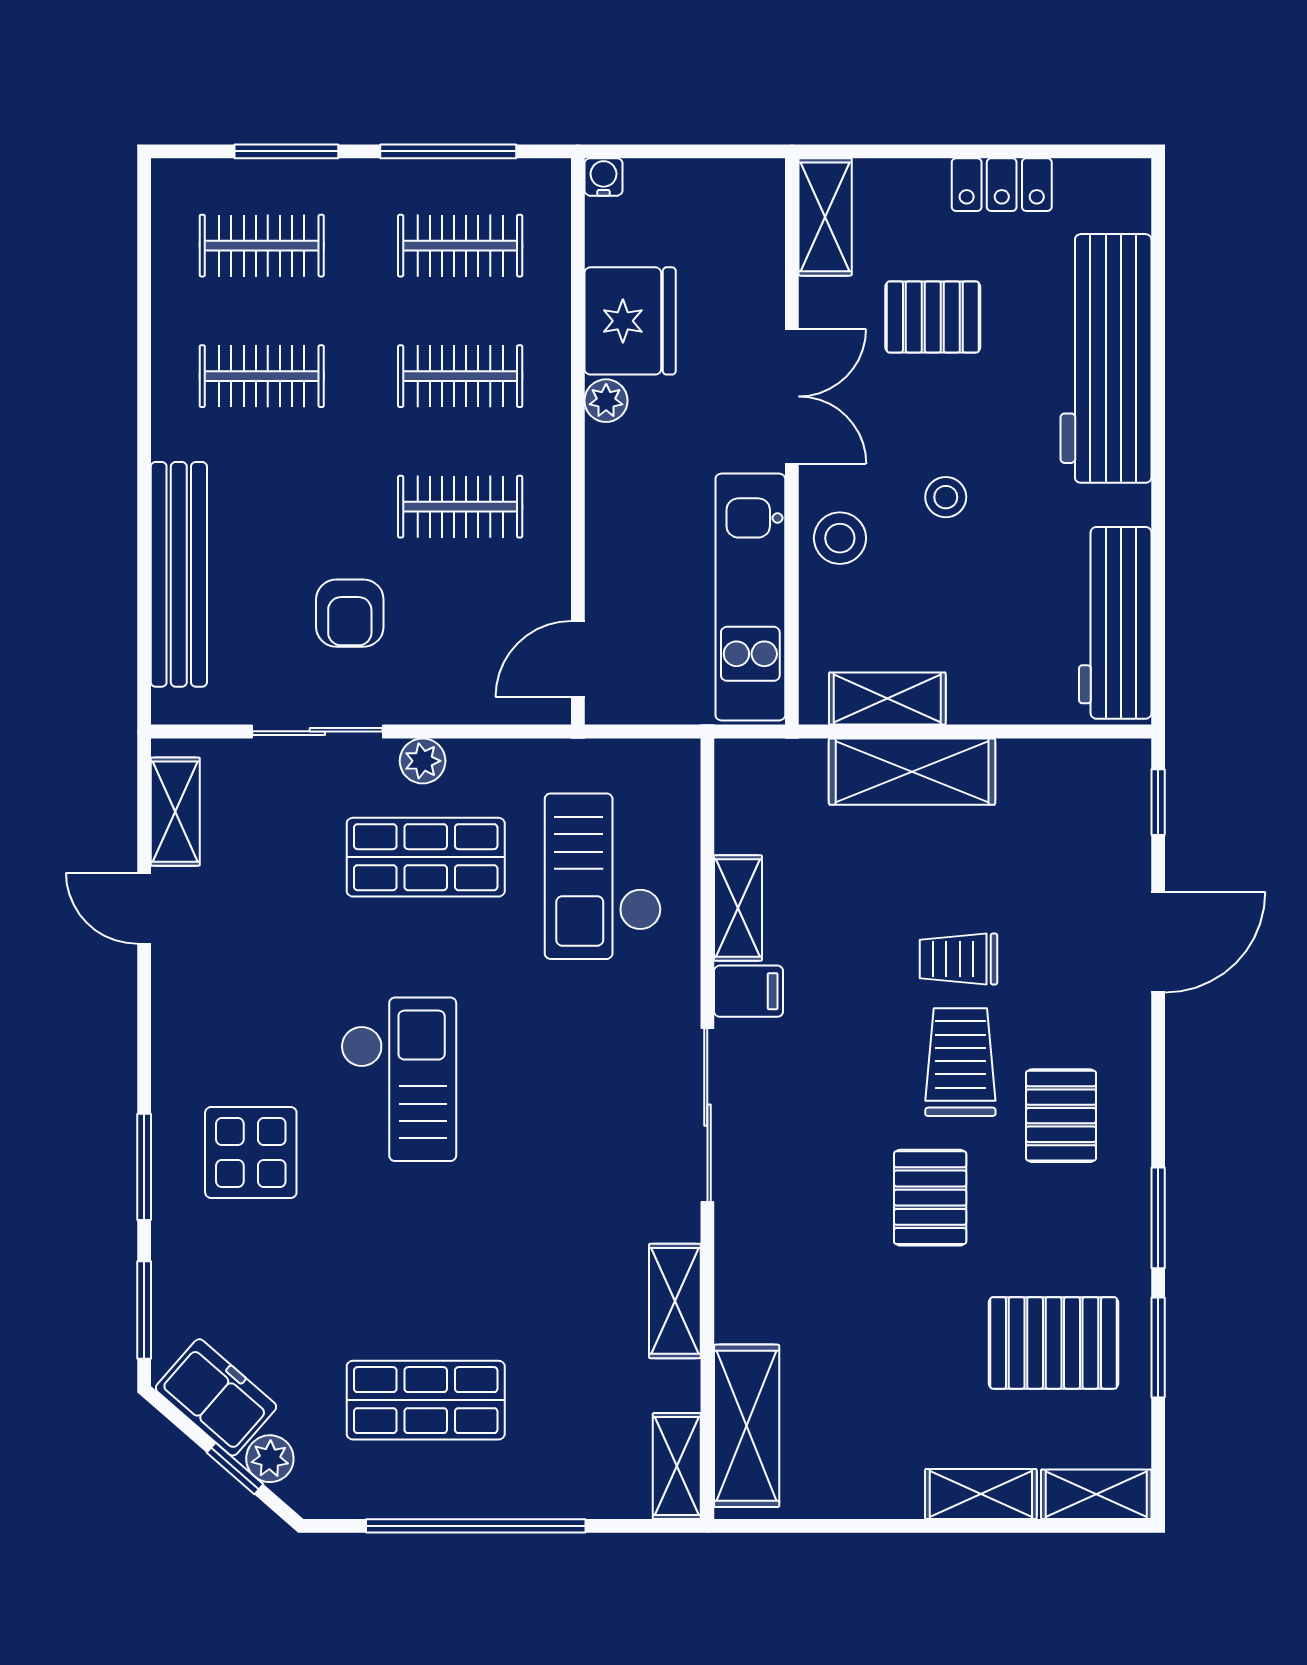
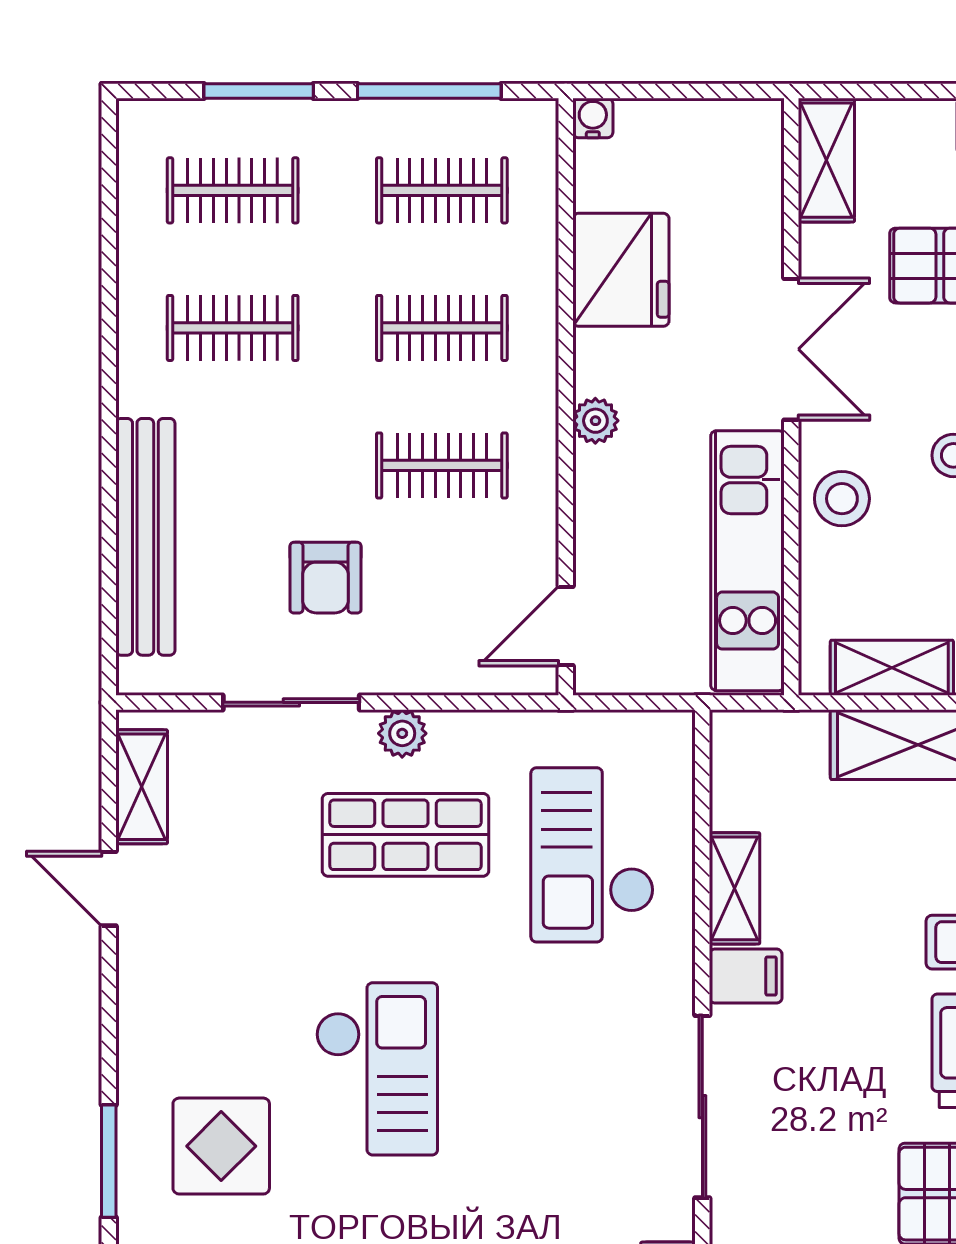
plant: (606, 401) -> (595, 421), moved

